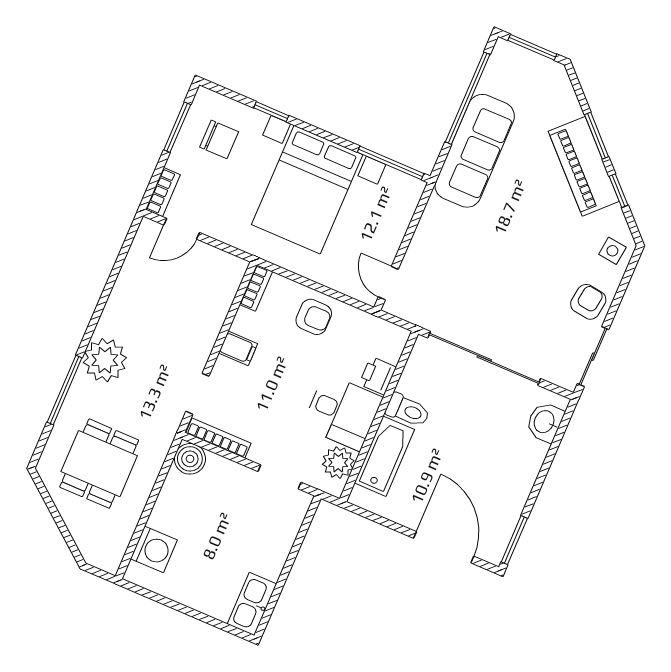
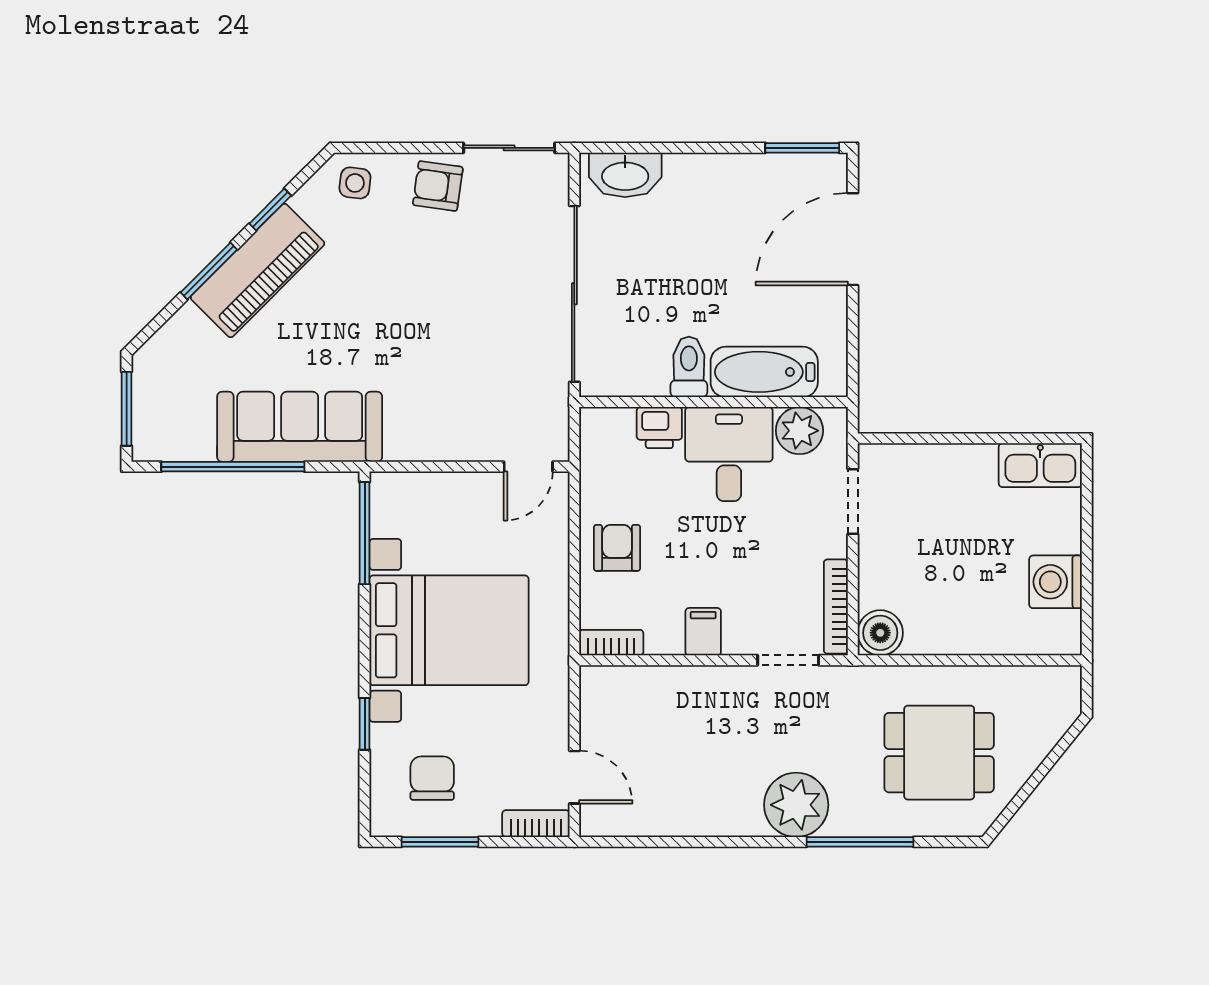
washbasin: (545, 422) -> (625, 175), width x1.38
washing machine: (154, 549) -> (1056, 582), moved, turned -90

